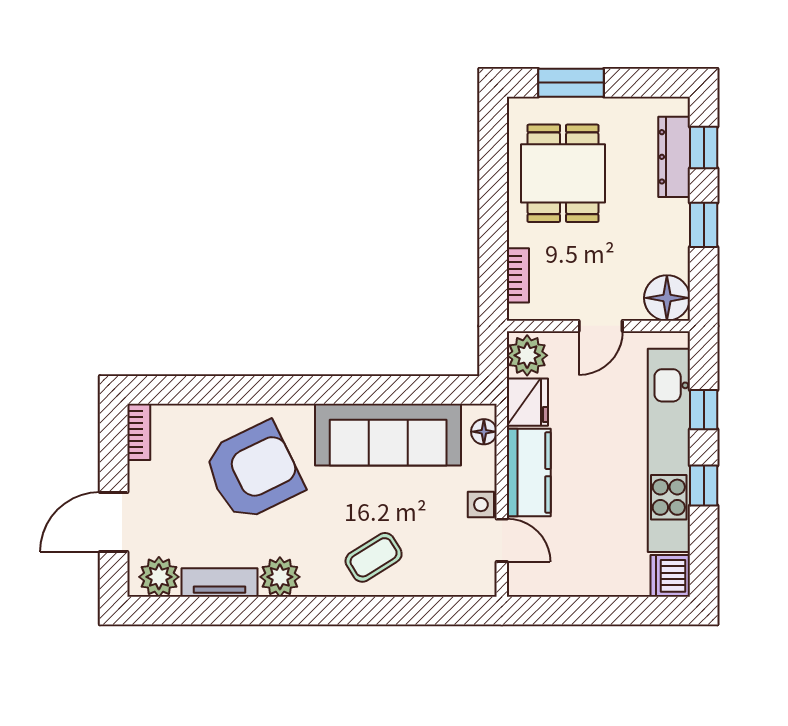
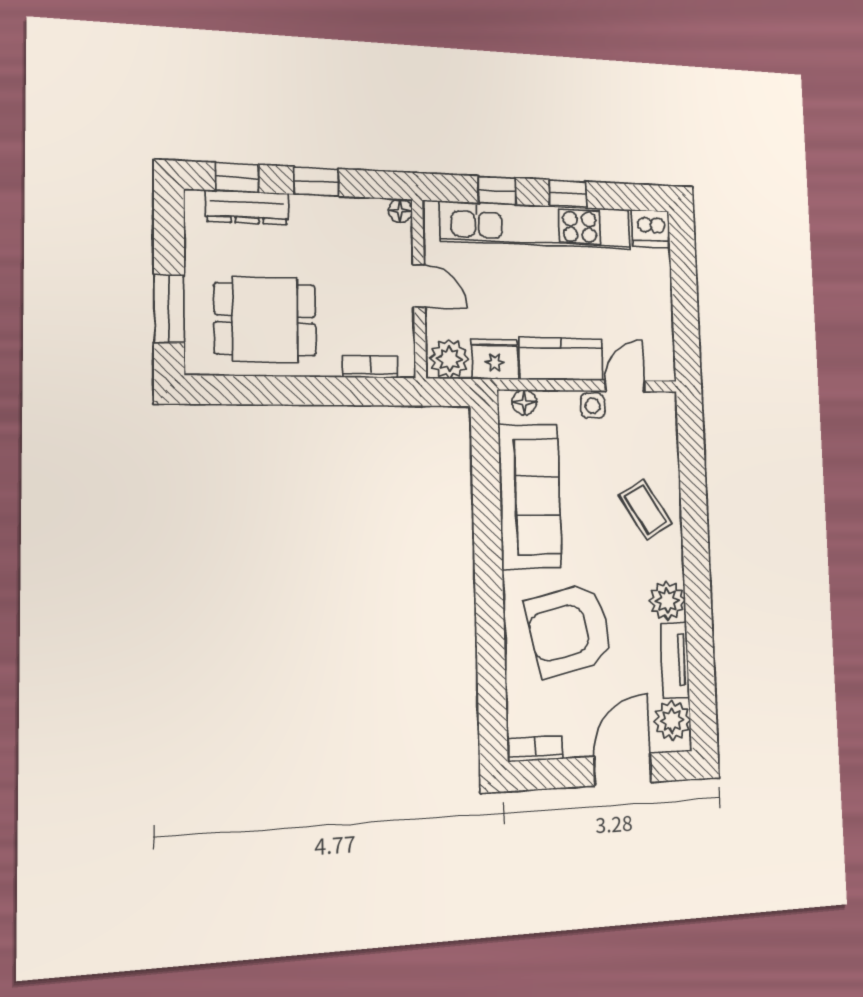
floor lamp: (667, 298) -> (400, 211), width x0.53, depth x0.53
armchair: (253, 471) -> (569, 630), turned -77
door: (114, 522) -> (623, 769), swing flipped

